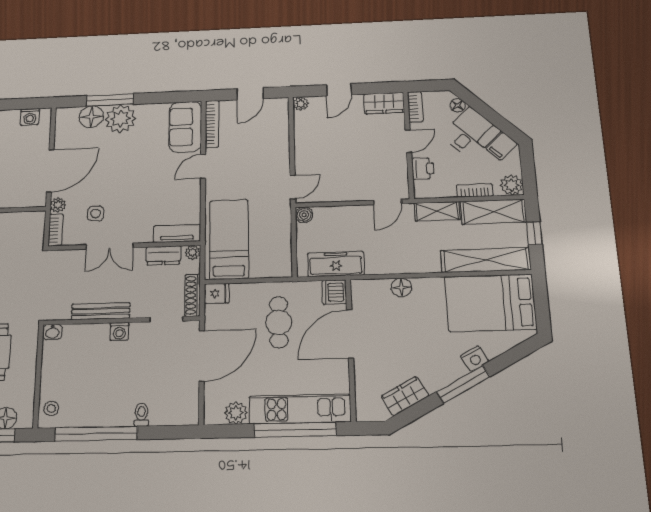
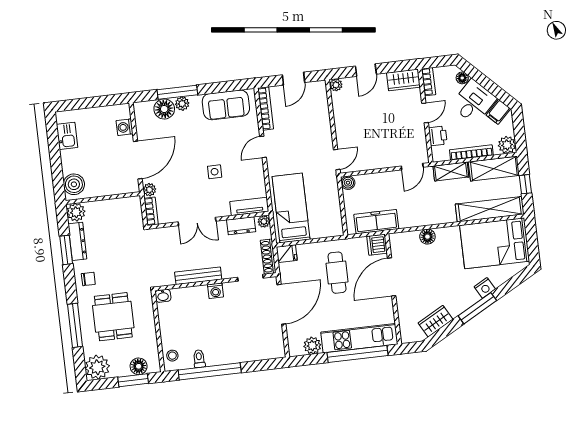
washing machine: (30, 117) -> (125, 127), moved, turned 90
plant: (120, 119) -> (182, 104), width x0.53, depth x0.53
sofa: (185, 127) -> (226, 105), moved, turned -90
bookcase: (475, 190) -> (471, 153), width x1.56
side table: (96, 214) -> (215, 172), moved
toilet: (142, 415) -> (199, 359), moved

